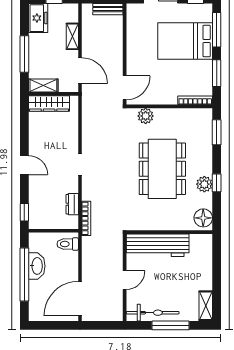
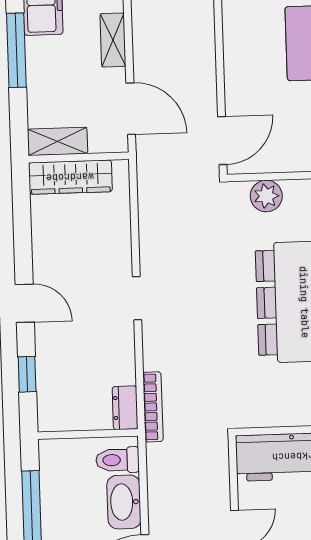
window: (24, 54) -> (16, 50), moved
dresser: (72, 204) -> (125, 408), moved
window: (24, 212) -> (27, 374), moved
washbasin: (37, 266) -> (124, 502), moved, turned 180

